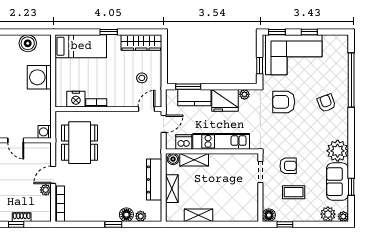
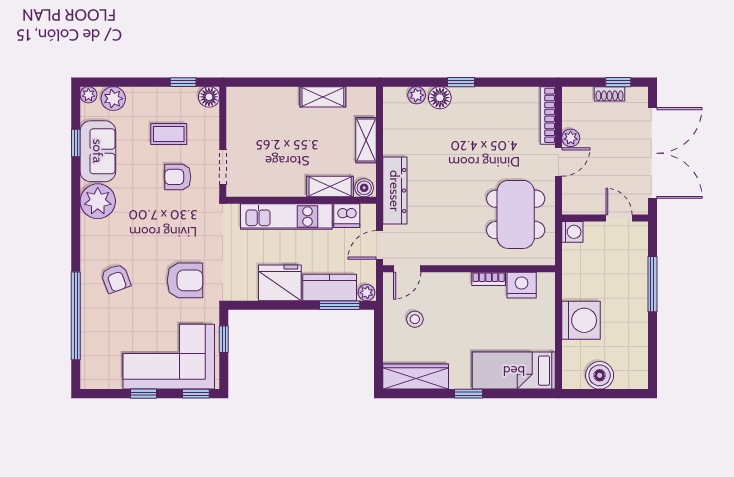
plant: (244, 94) -> (366, 293), moved
dresser: (154, 180) -> (395, 191), moved

